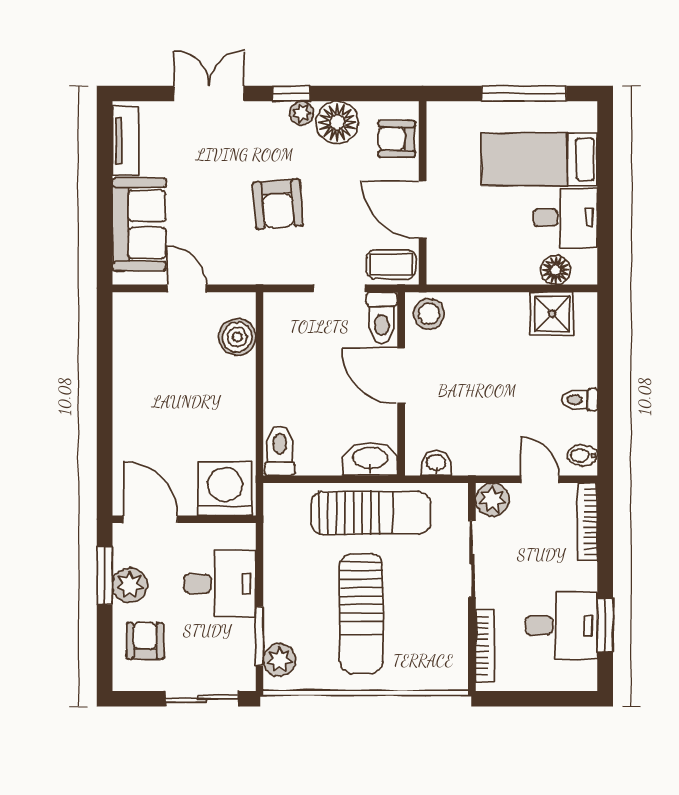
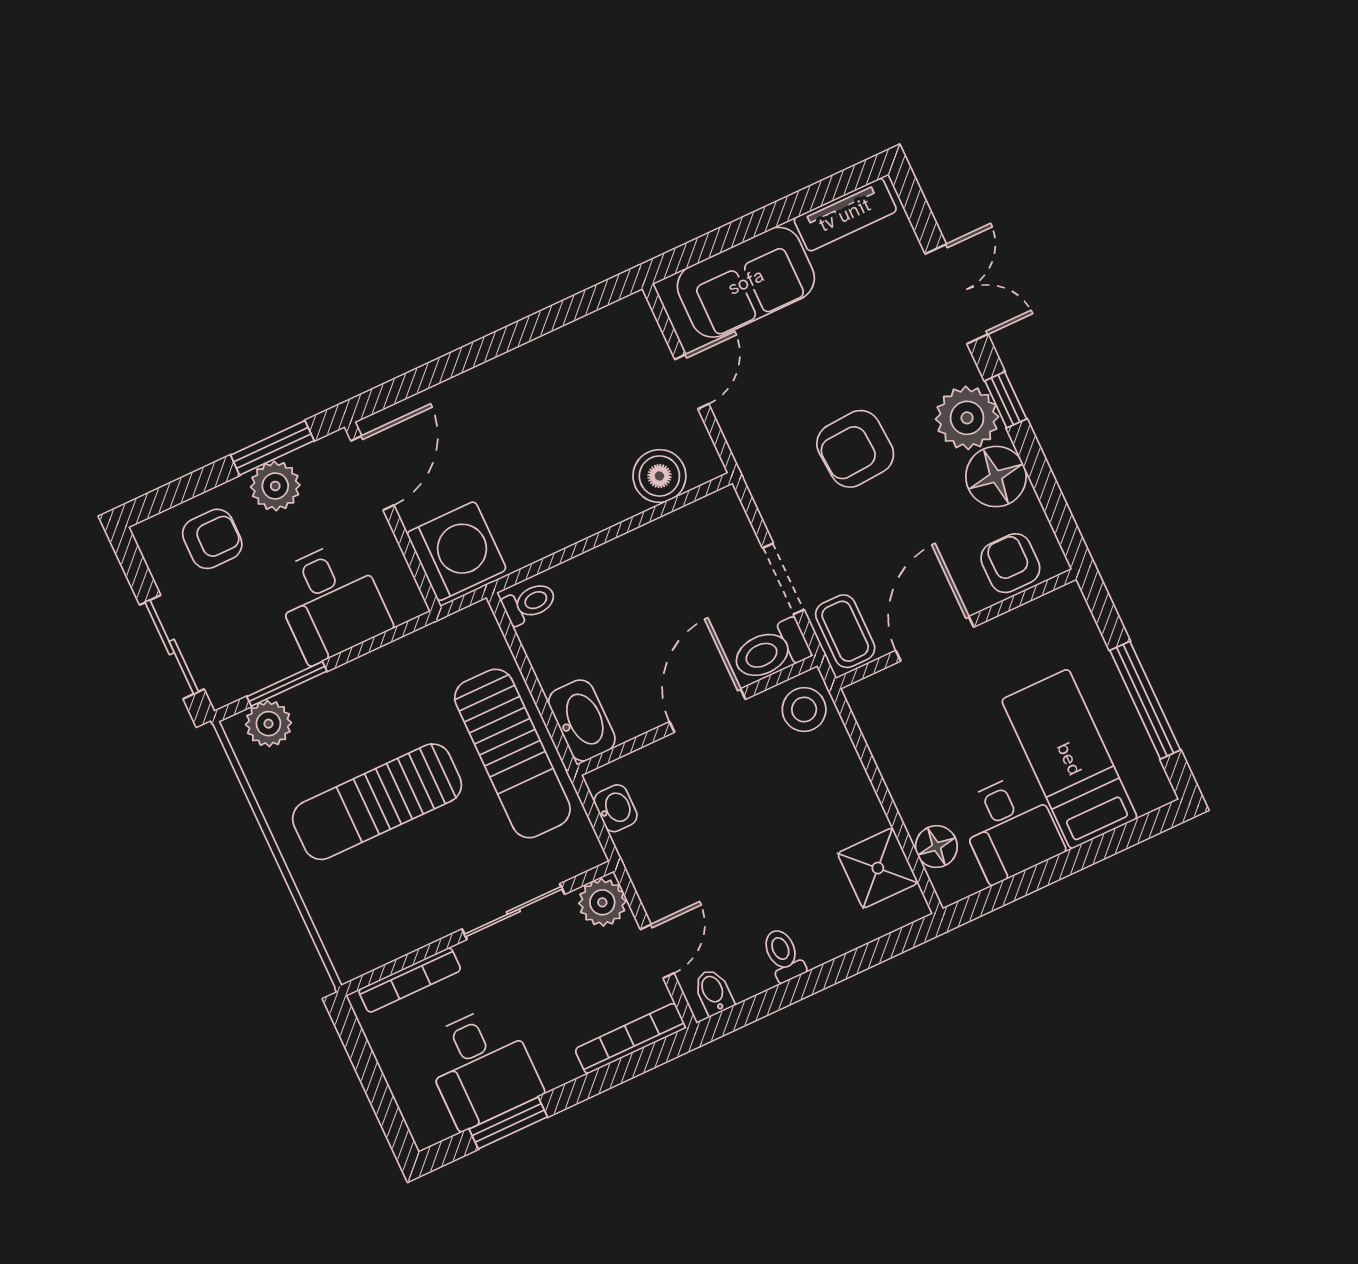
plant: (302, 113) -> (967, 418), width x1.87, depth x1.87
toilet: (280, 451) -> (529, 603), width x0.73, depth x0.72

